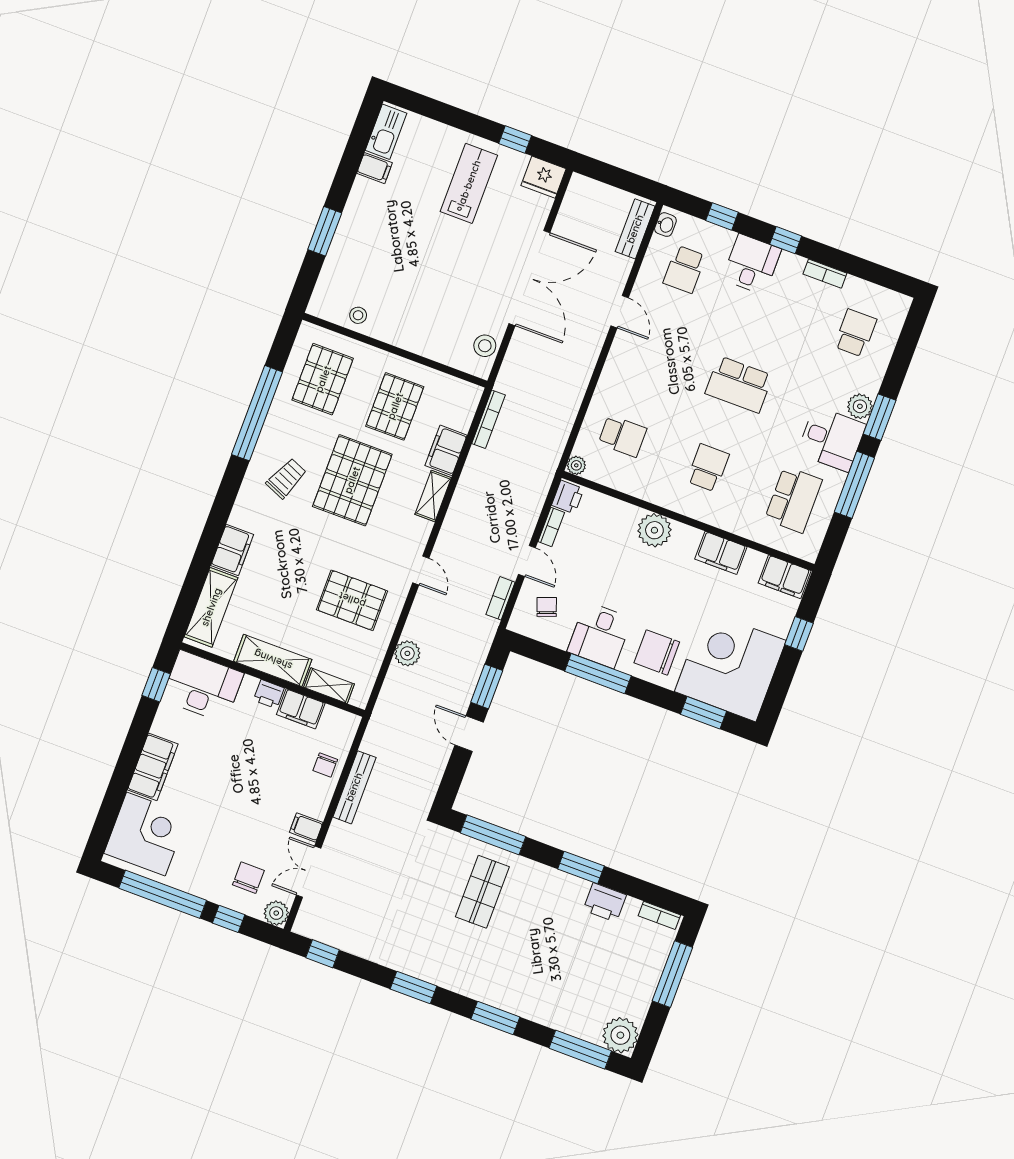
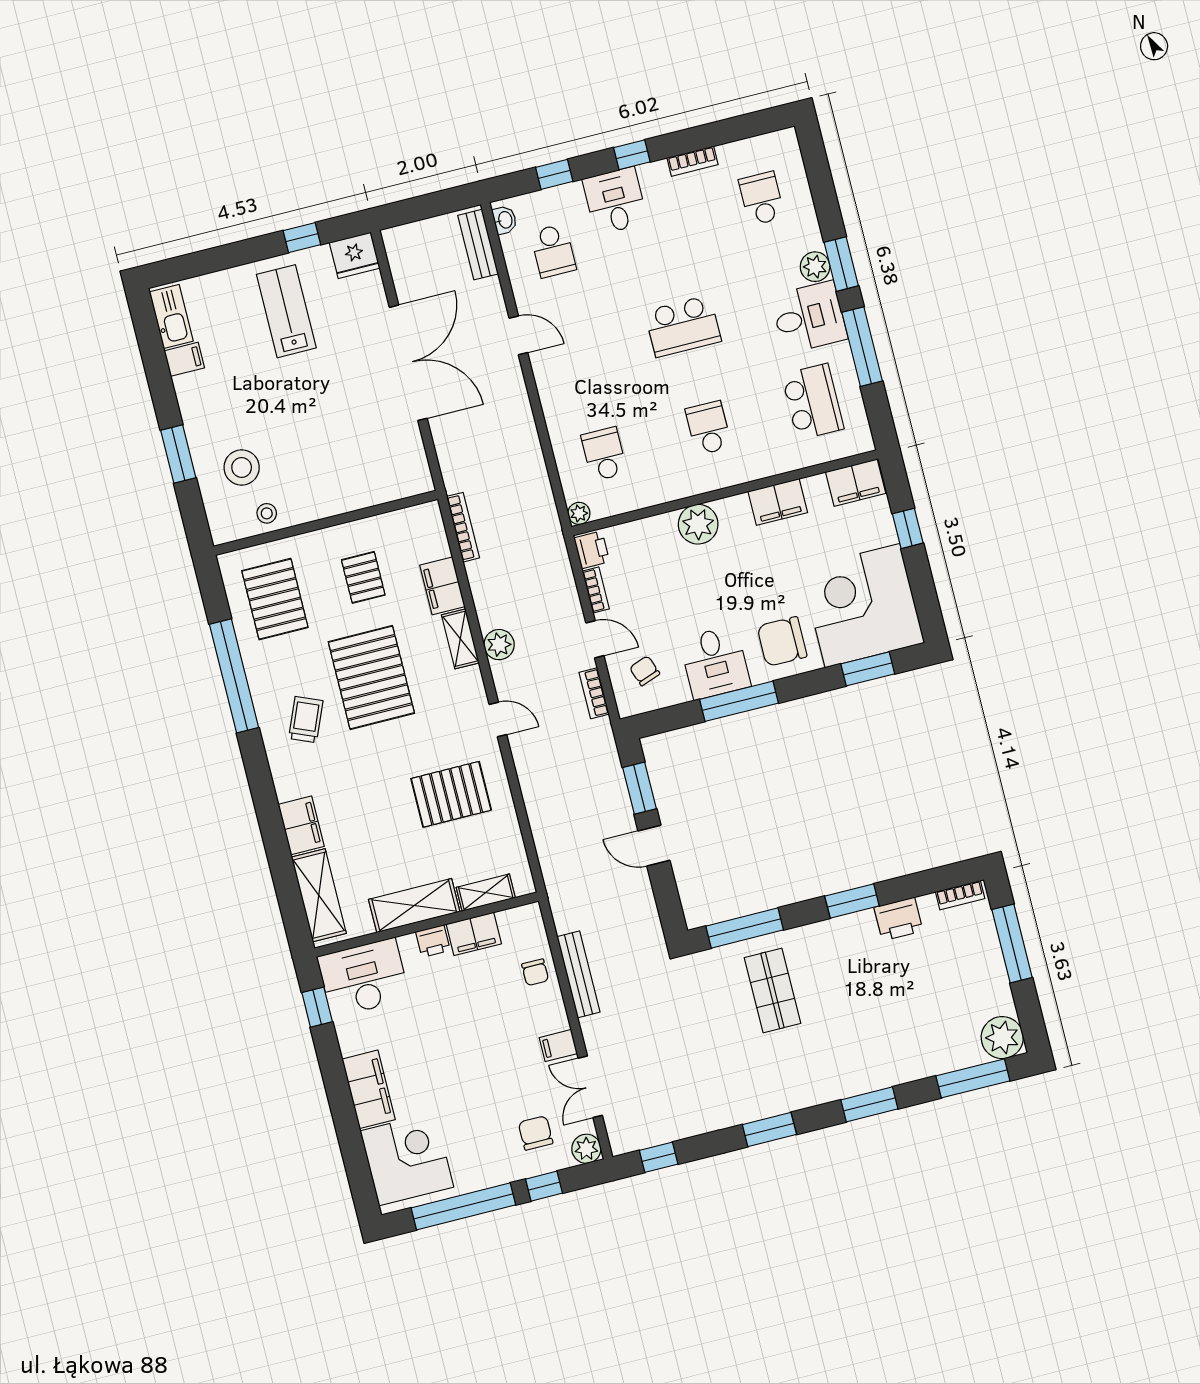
stool: (485, 346) -> (242, 467), moved, width x1.38, depth x1.38
pallet: (395, 406) -> (363, 577), width x0.67, depth x0.71
school desk: (622, 436) -> (604, 454), turned -90
plant: (407, 653) -> (499, 645), moved

